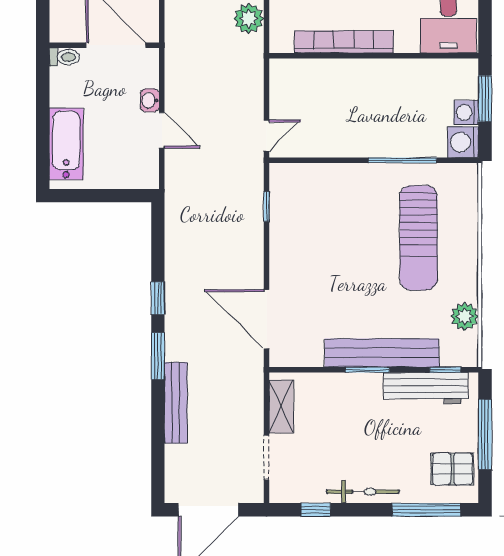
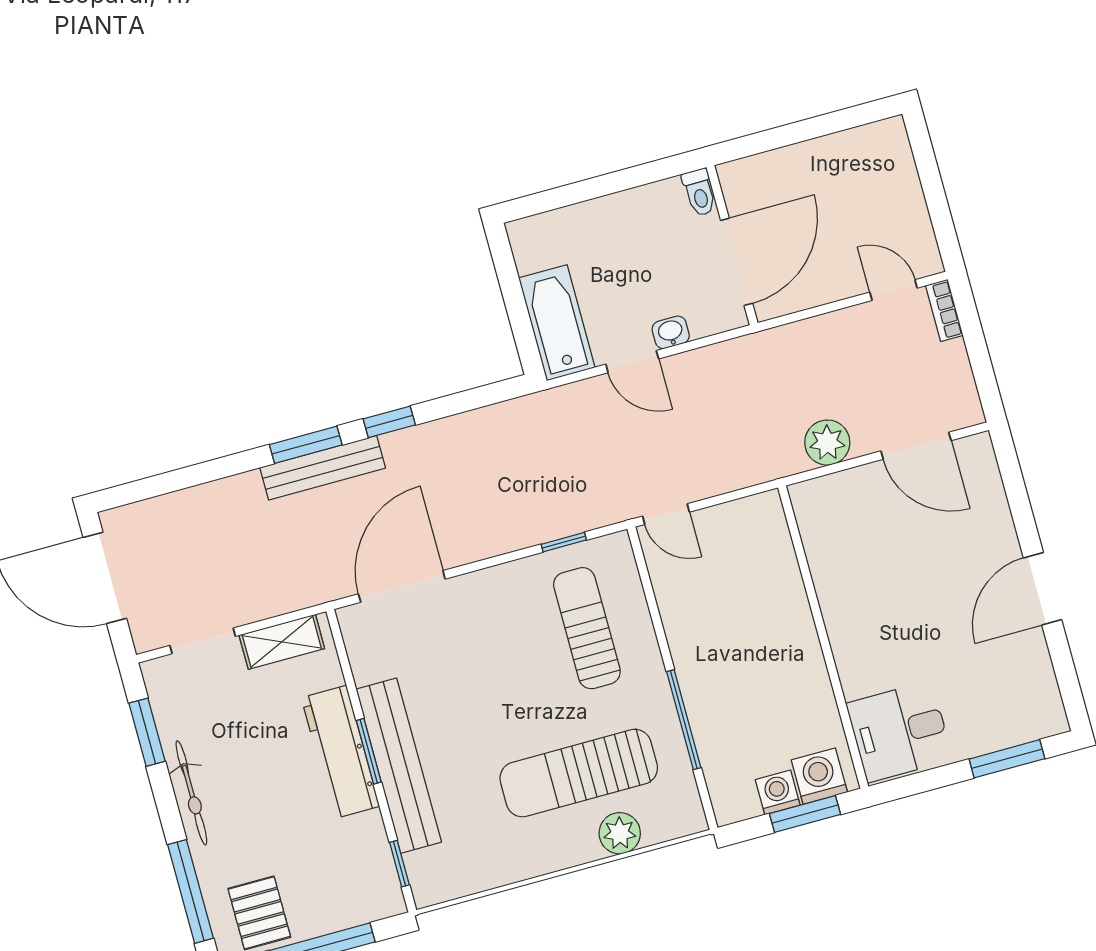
bookcase: (344, 42) -> (831, 589), removed
door: (162, 130) -> (632, 362), hinge flipped
washing machine: (463, 142) -> (819, 776), moved
bathtub: (66, 144) -> (557, 323), moved, turned -90
sun lounger: (326, 207) -> (587, 628), added
plant: (465, 316) -> (620, 833), moved
workbench: (426, 388) -> (340, 752), moved
bench: (176, 403) -> (323, 468), moved
window: (316, 510) -> (147, 732), width x1.50

